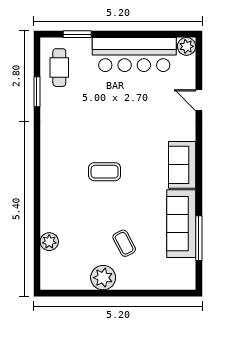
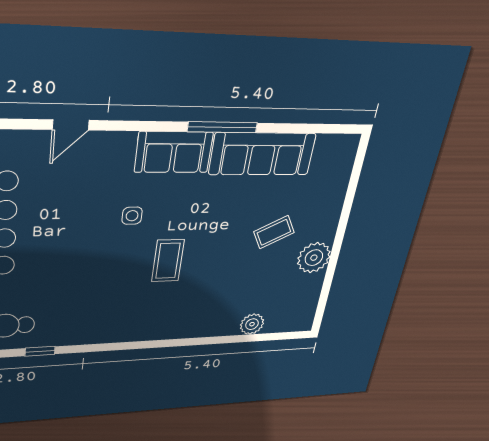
window: (37, 92) -> (40, 351), width x0.67
side table: (139, 144) -> (132, 216), added
window: (199, 238) -> (223, 127), moved

